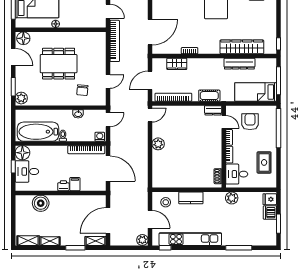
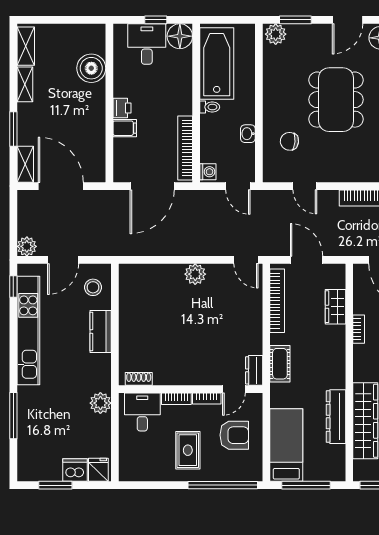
rug: (264, 162) -> (188, 450), moved, turned 90

